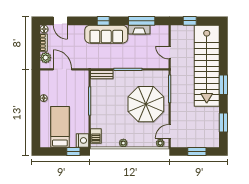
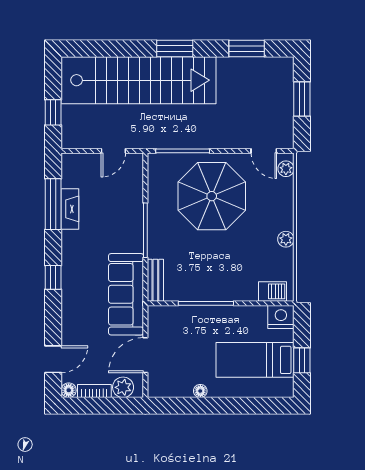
sofa: (106, 34) -> (126, 294), moved, turned 180
window: (73, 151) -> (302, 360), moved

